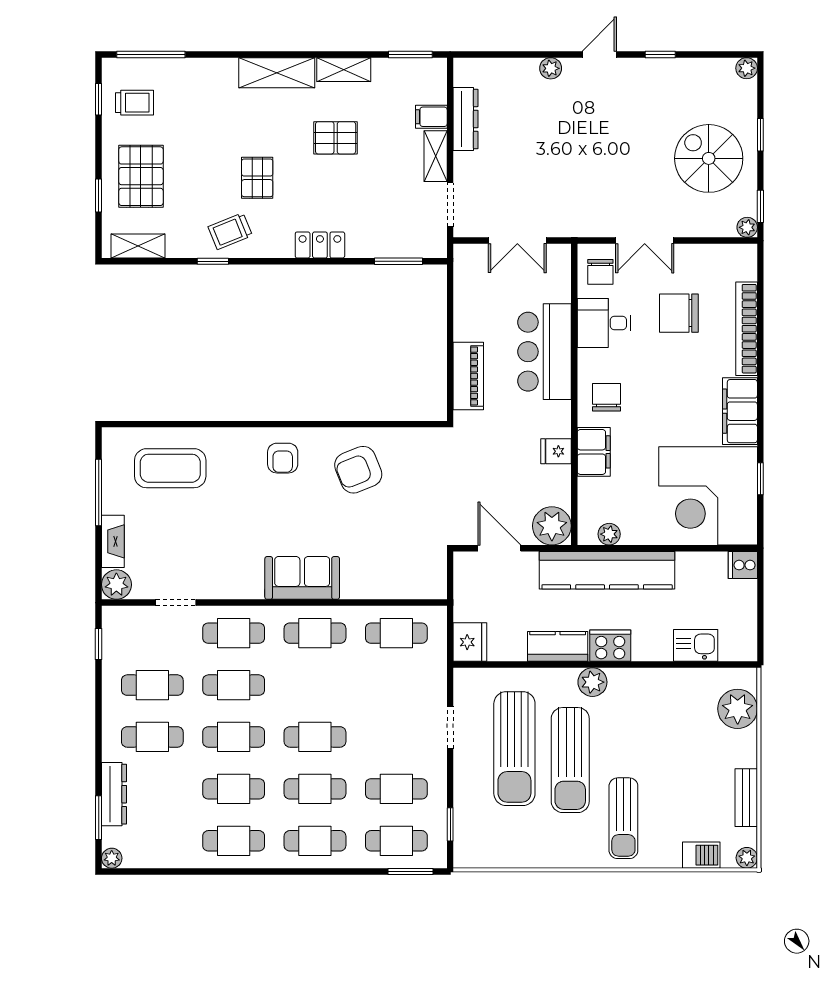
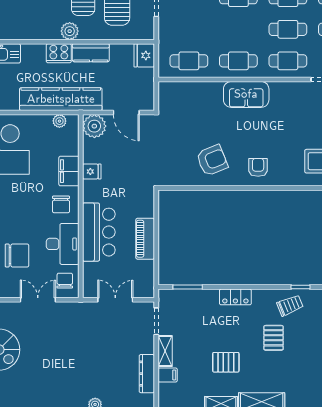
desk: (604, 323) -> (63, 244), width x1.37
piano: (468, 376) -> (145, 239), moved

